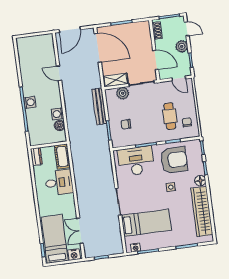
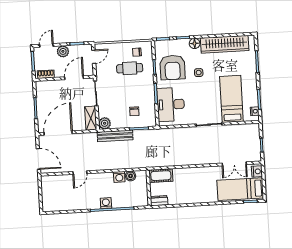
plant: (123, 93) -> (105, 123), moved
armchair: (174, 160) -> (173, 68), turned 180
desk: (59, 182) -> (186, 181), removed

